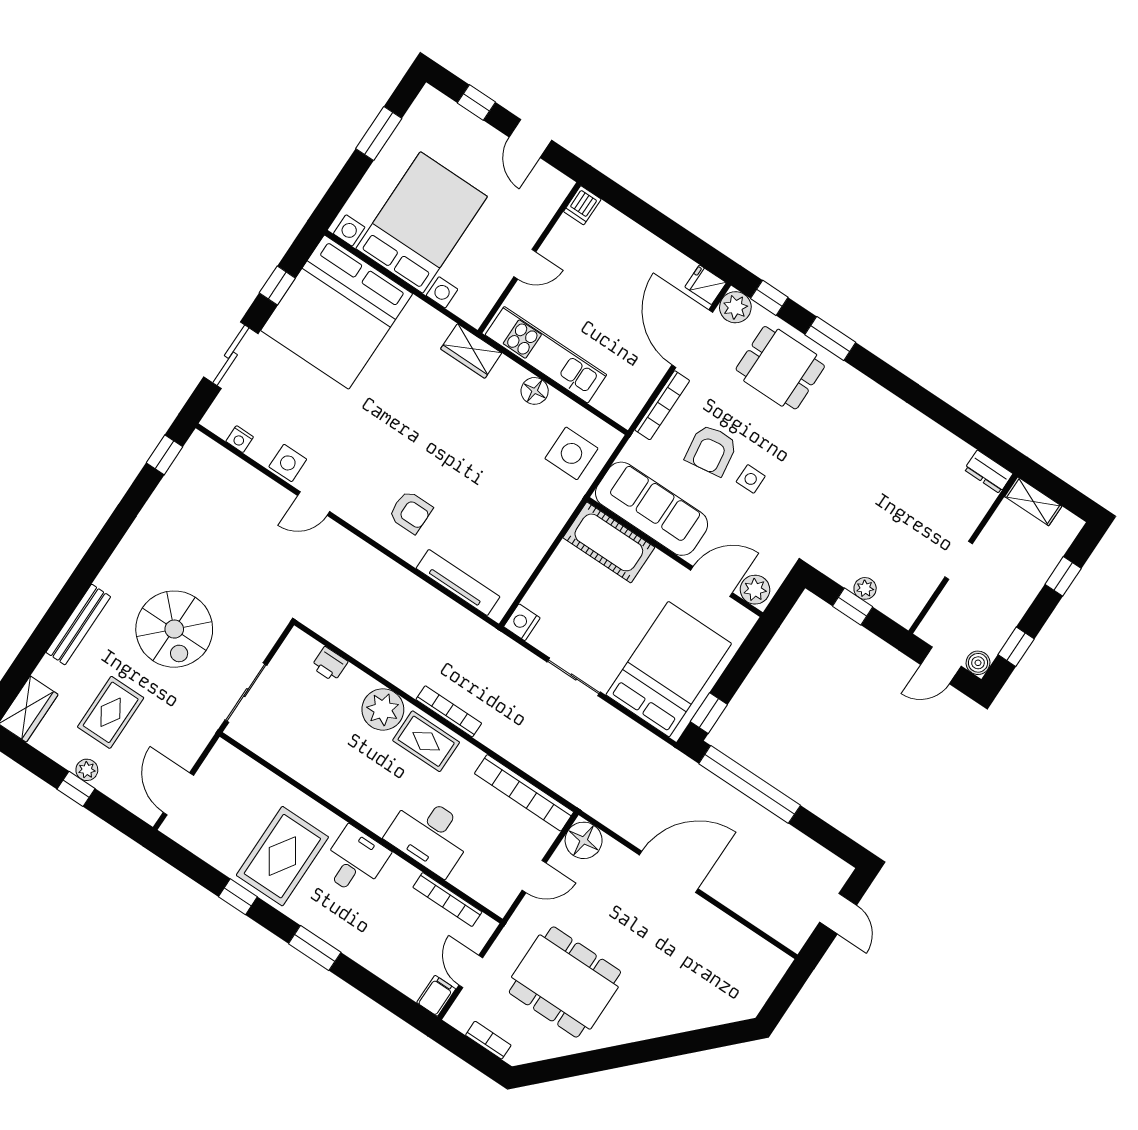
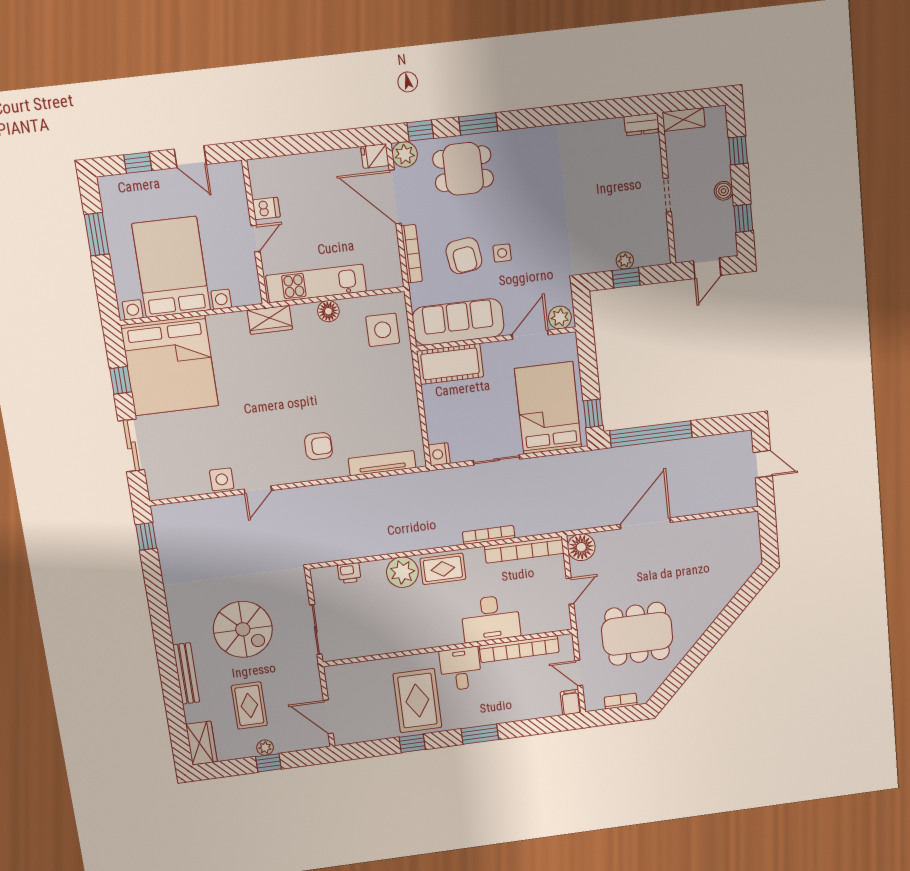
dishwasher: (582, 205) -> (266, 208), moved, turned -90
nightstand: (240, 439) -> (181, 490), removed
boiler: (978, 663) -> (724, 191), moved
bookcase: (449, 711) -> (489, 535), moved
bookcase: (447, 900) -> (519, 649), width x1.48, depth x1.31

